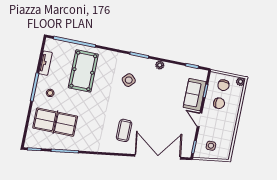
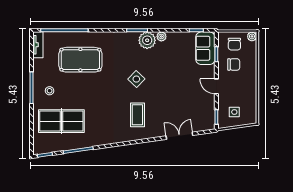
tv unit: (45, 63) -> (38, 45), moved
plant: (146, 66) -> (147, 40), added
pool table: (83, 71) -> (80, 60), turned 90
side table: (129, 80) -> (136, 79), moved
sofa: (195, 95) -> (205, 48), moved
double door: (158, 157) -> (179, 136), width x0.54

